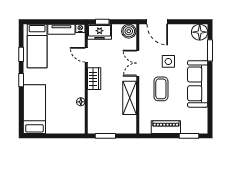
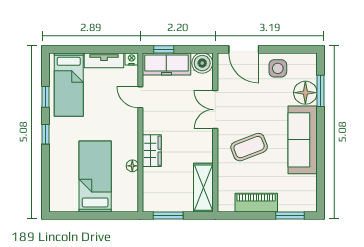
freezer: (100, 32) -> (166, 64), width x1.40
floor lamp: (200, 32) -> (305, 93), moved
side table: (168, 61) -> (278, 68), moved
wardrobe: (94, 79) -> (152, 151), moved
coffee table: (161, 89) -> (249, 147), turned 69
shelving: (130, 98) -> (203, 188), moved
bed: (34, 109) -> (95, 176), moved

